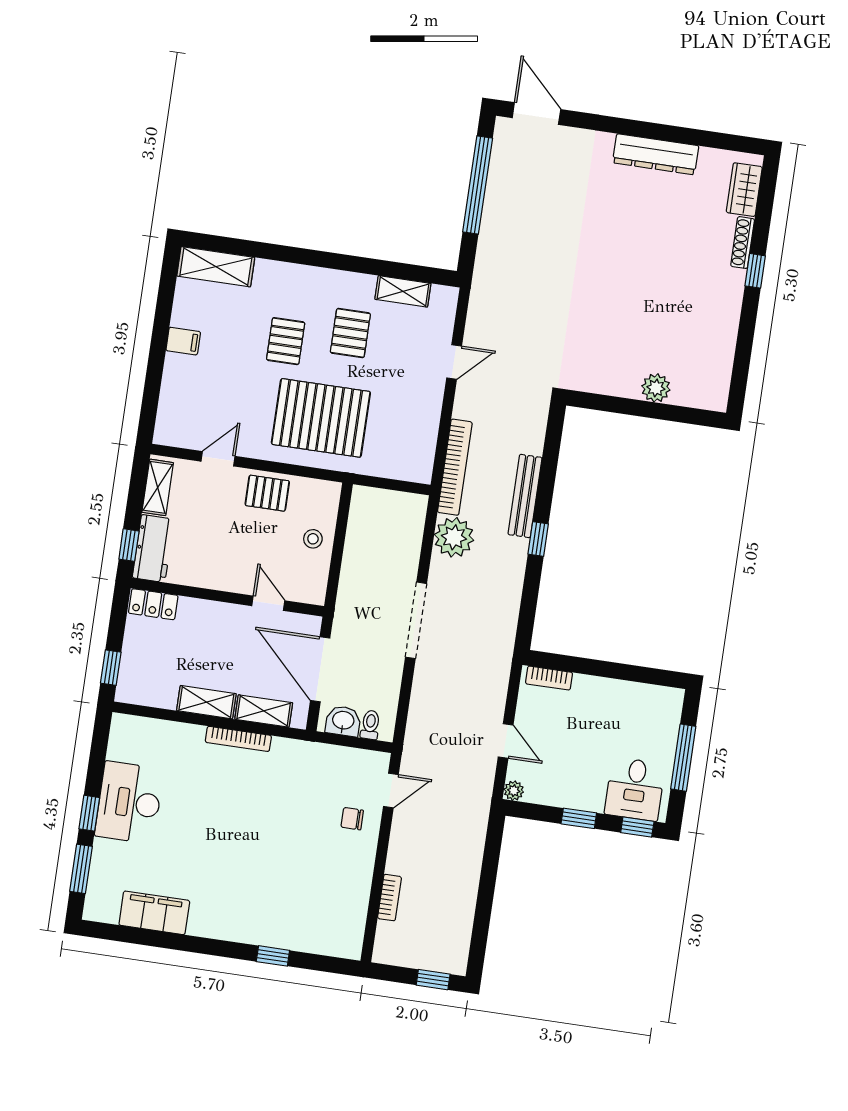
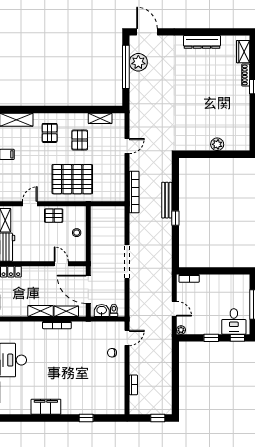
pallet: (286, 341) -> (50, 133), moved
plant: (454, 537) -> (138, 62), moved
filing cabinet: (154, 913) -> (46, 407), moved

